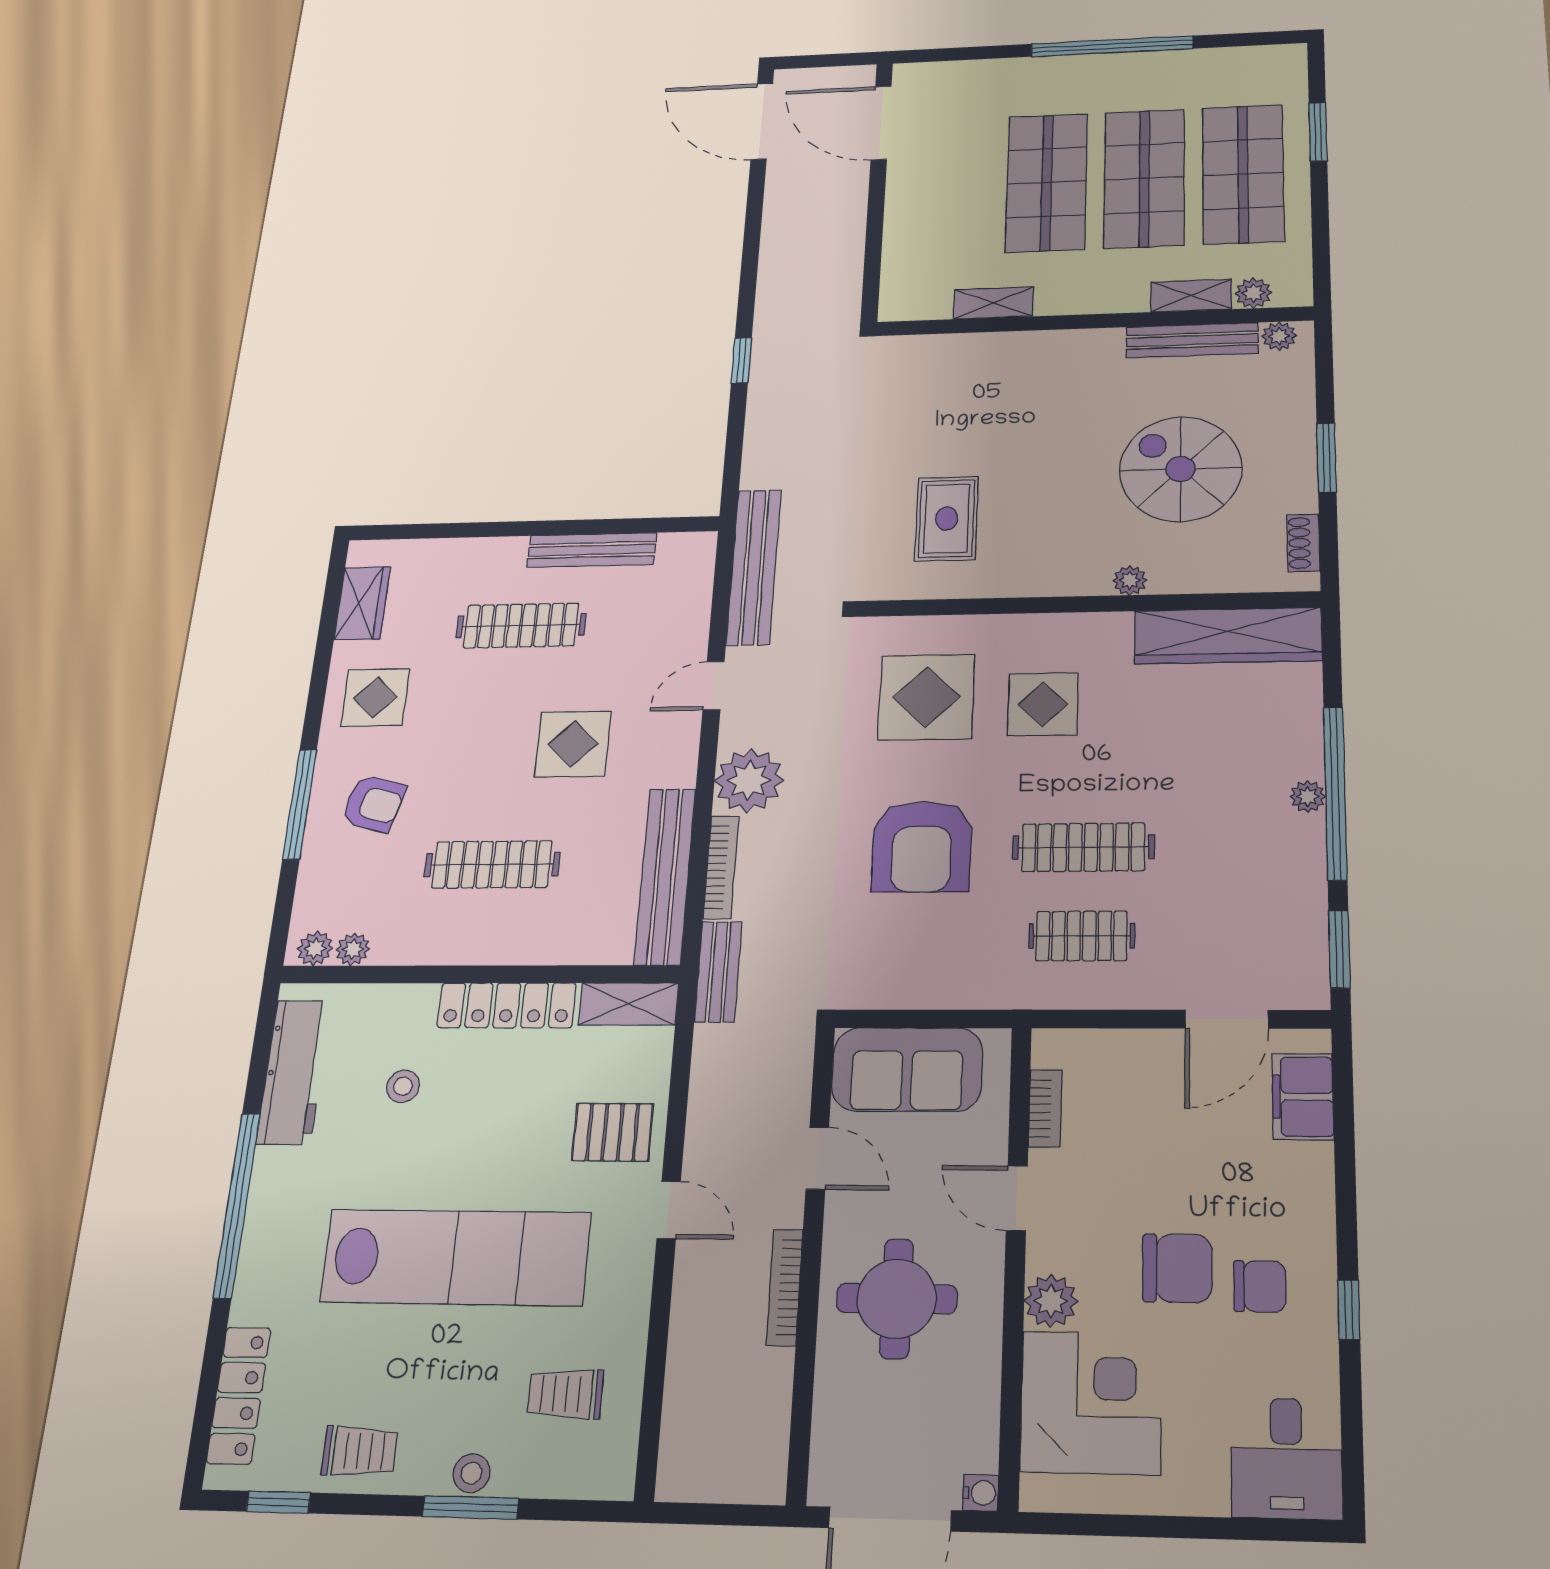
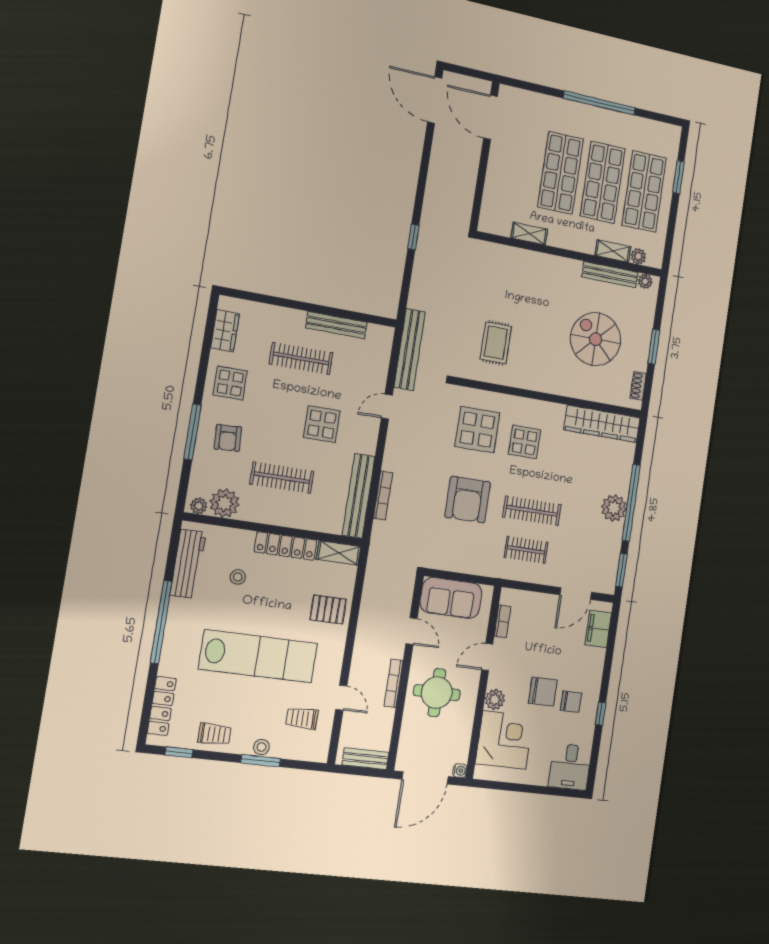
plant: (1130, 580) -> (567, 390), removed
plant: (749, 781) -> (398, 456), removed
plant: (1308, 797) -> (614, 508), width x1.88, depth x1.88
armchair: (373, 804) -> (228, 438), turned 72
plant: (353, 949) -> (224, 503), width x1.88, depth x1.88
bench: (718, 972) -> (365, 759), moved, turned 90
door: (1017, 1198) -> (487, 657), hinge flipped
door: (669, 1210) -> (341, 698), moved

